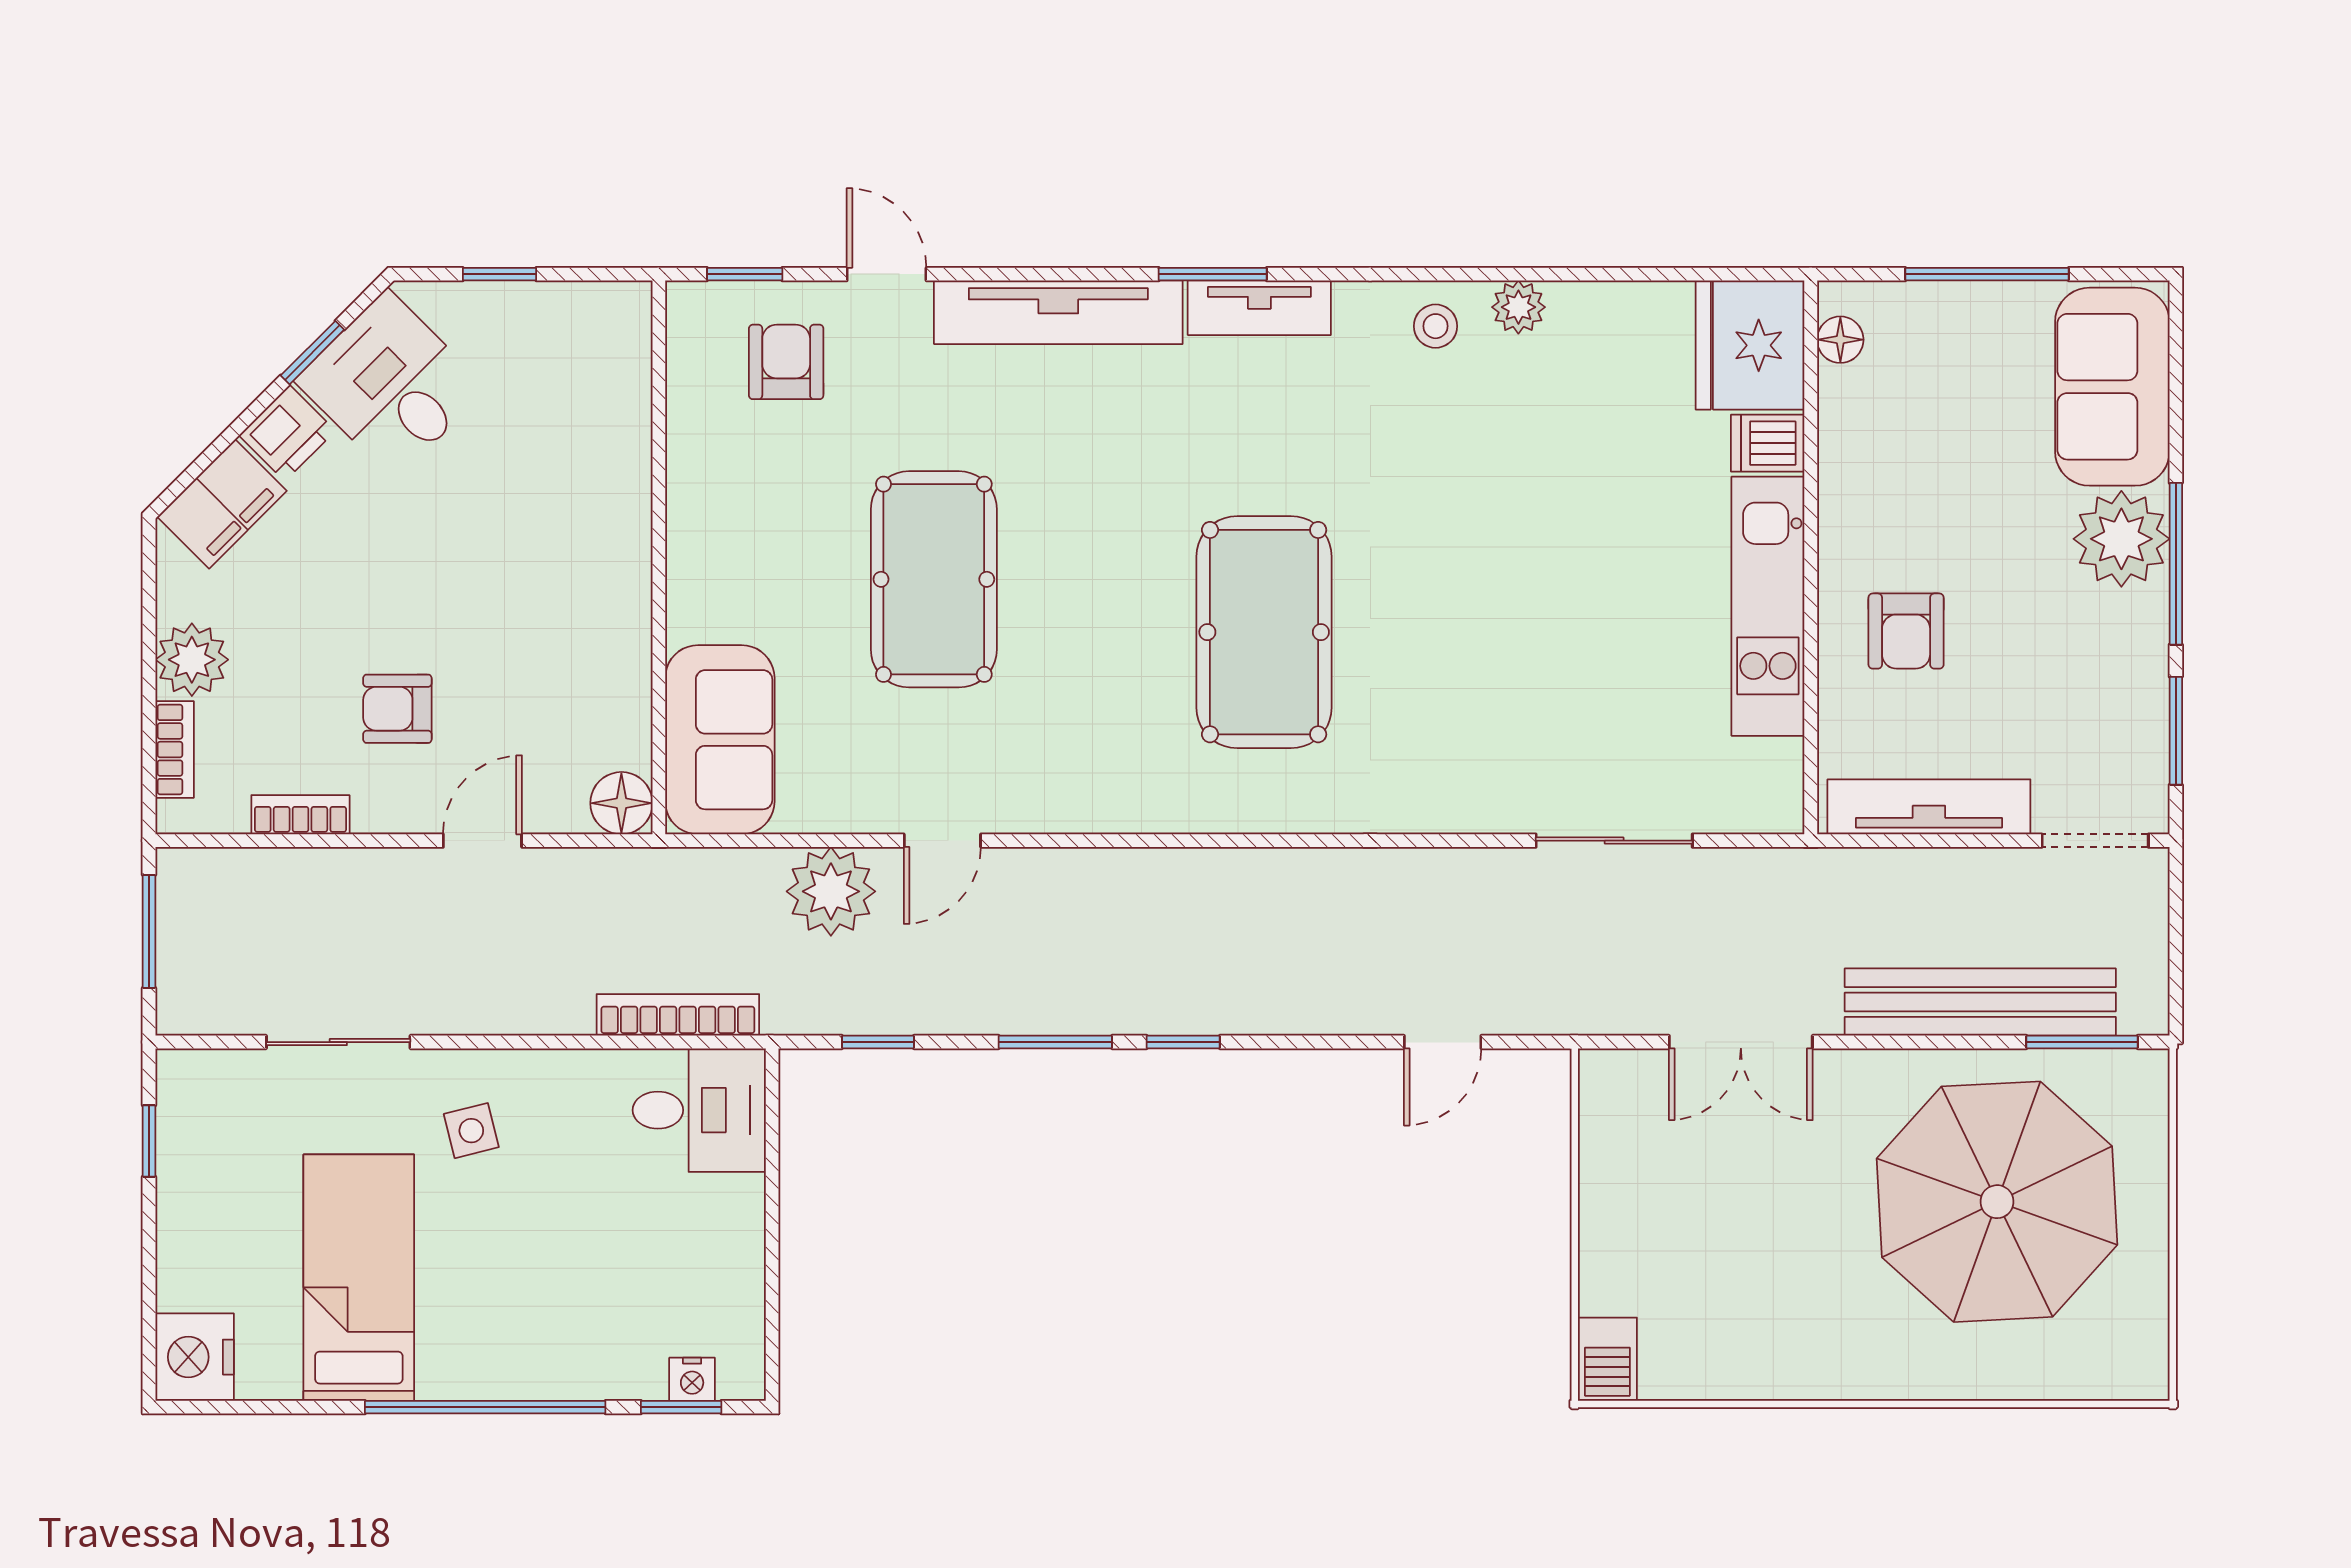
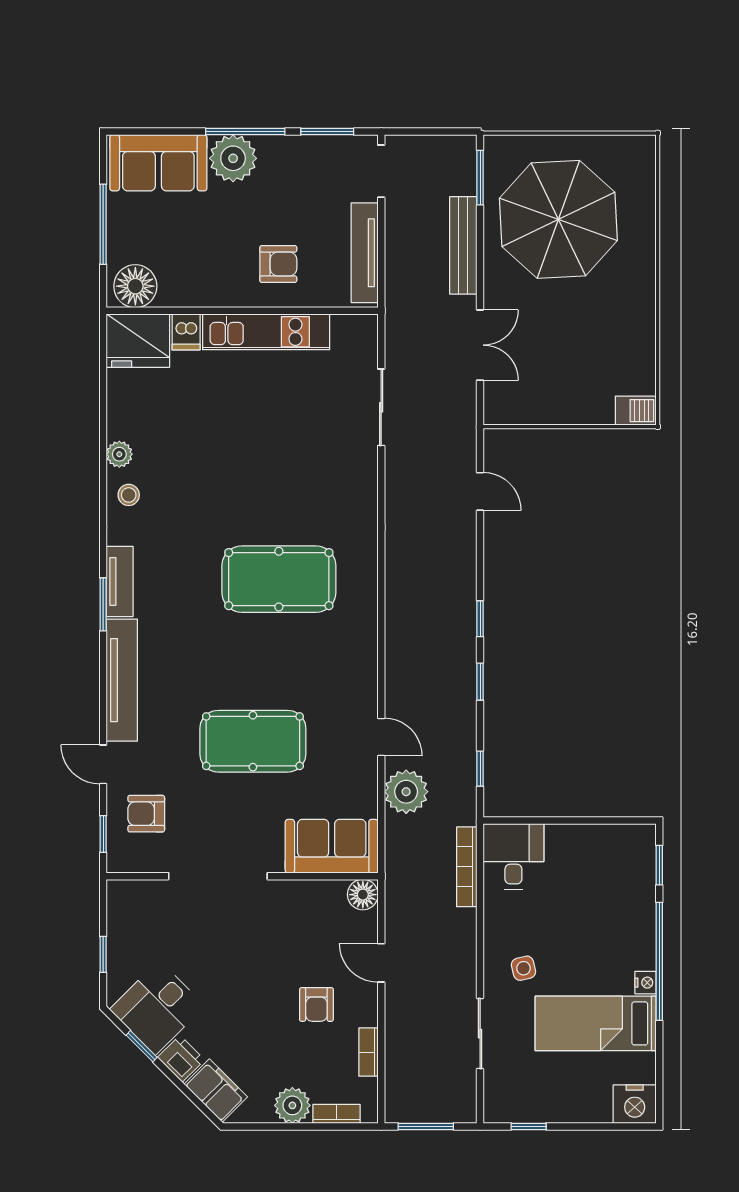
door: (887, 274) -> (103, 764), hinge flipped
floor lamp: (1840, 340) -> (135, 286), width x1.89, depth x1.89
doorway: (659, 508) -> (218, 876), added
bench: (1980, 1002) -> (463, 245), width x0.73, depth x0.82
window: (1055, 1042) -> (480, 682), width x0.67
nightstand: (692, 1379) -> (646, 983), moved

